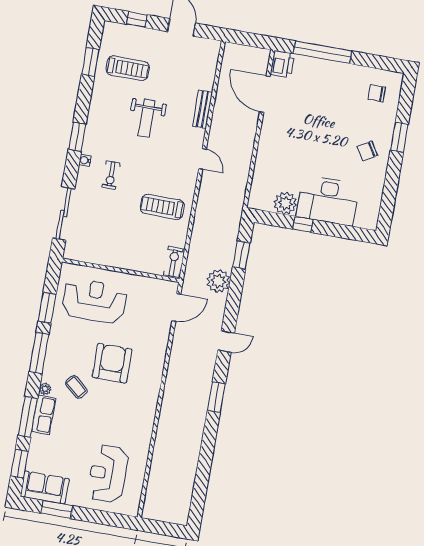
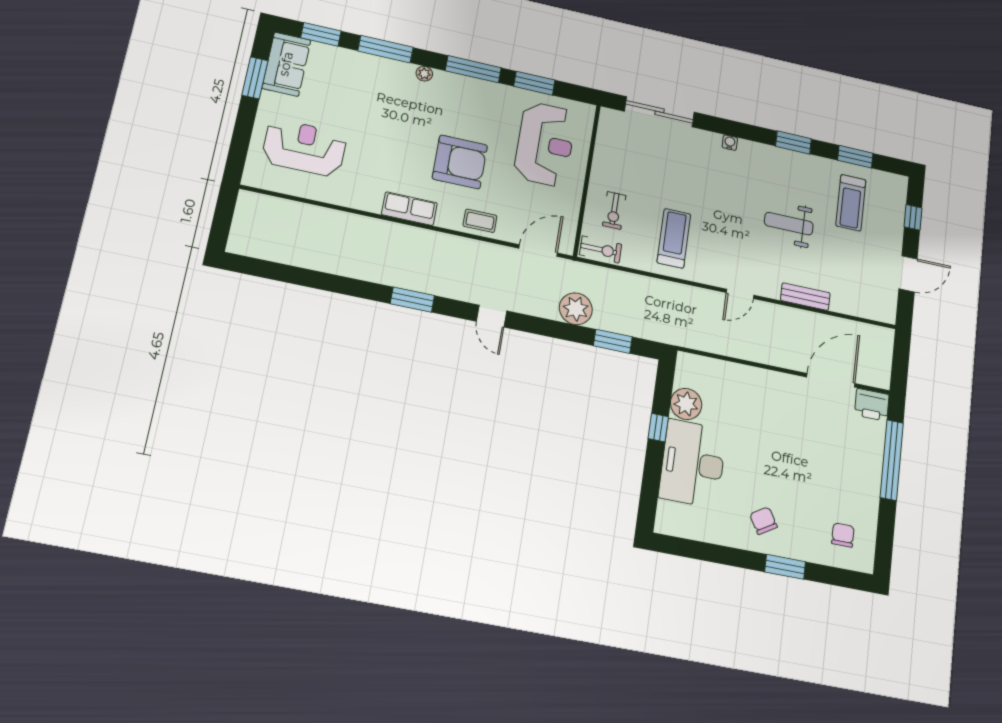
window: (77, 137) -> (793, 143), moved
exercise bike: (111, 175) -> (614, 210), moved, turned -90
door: (176, 307) -> (538, 251), swing flipped
coffee table: (76, 387) -> (480, 221), moved, turned 49
row of seats: (44, 415) -> (409, 209), moved, turned 180

